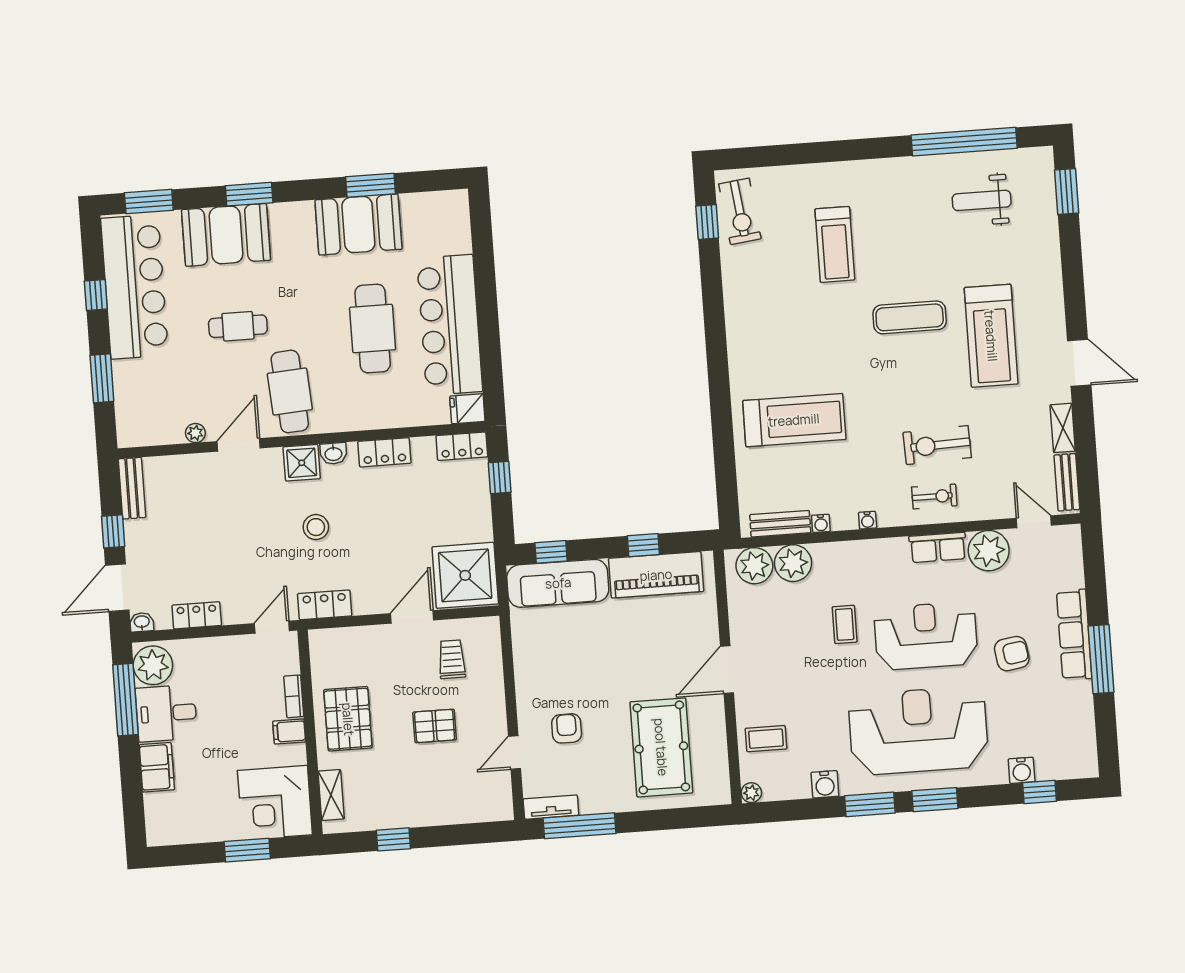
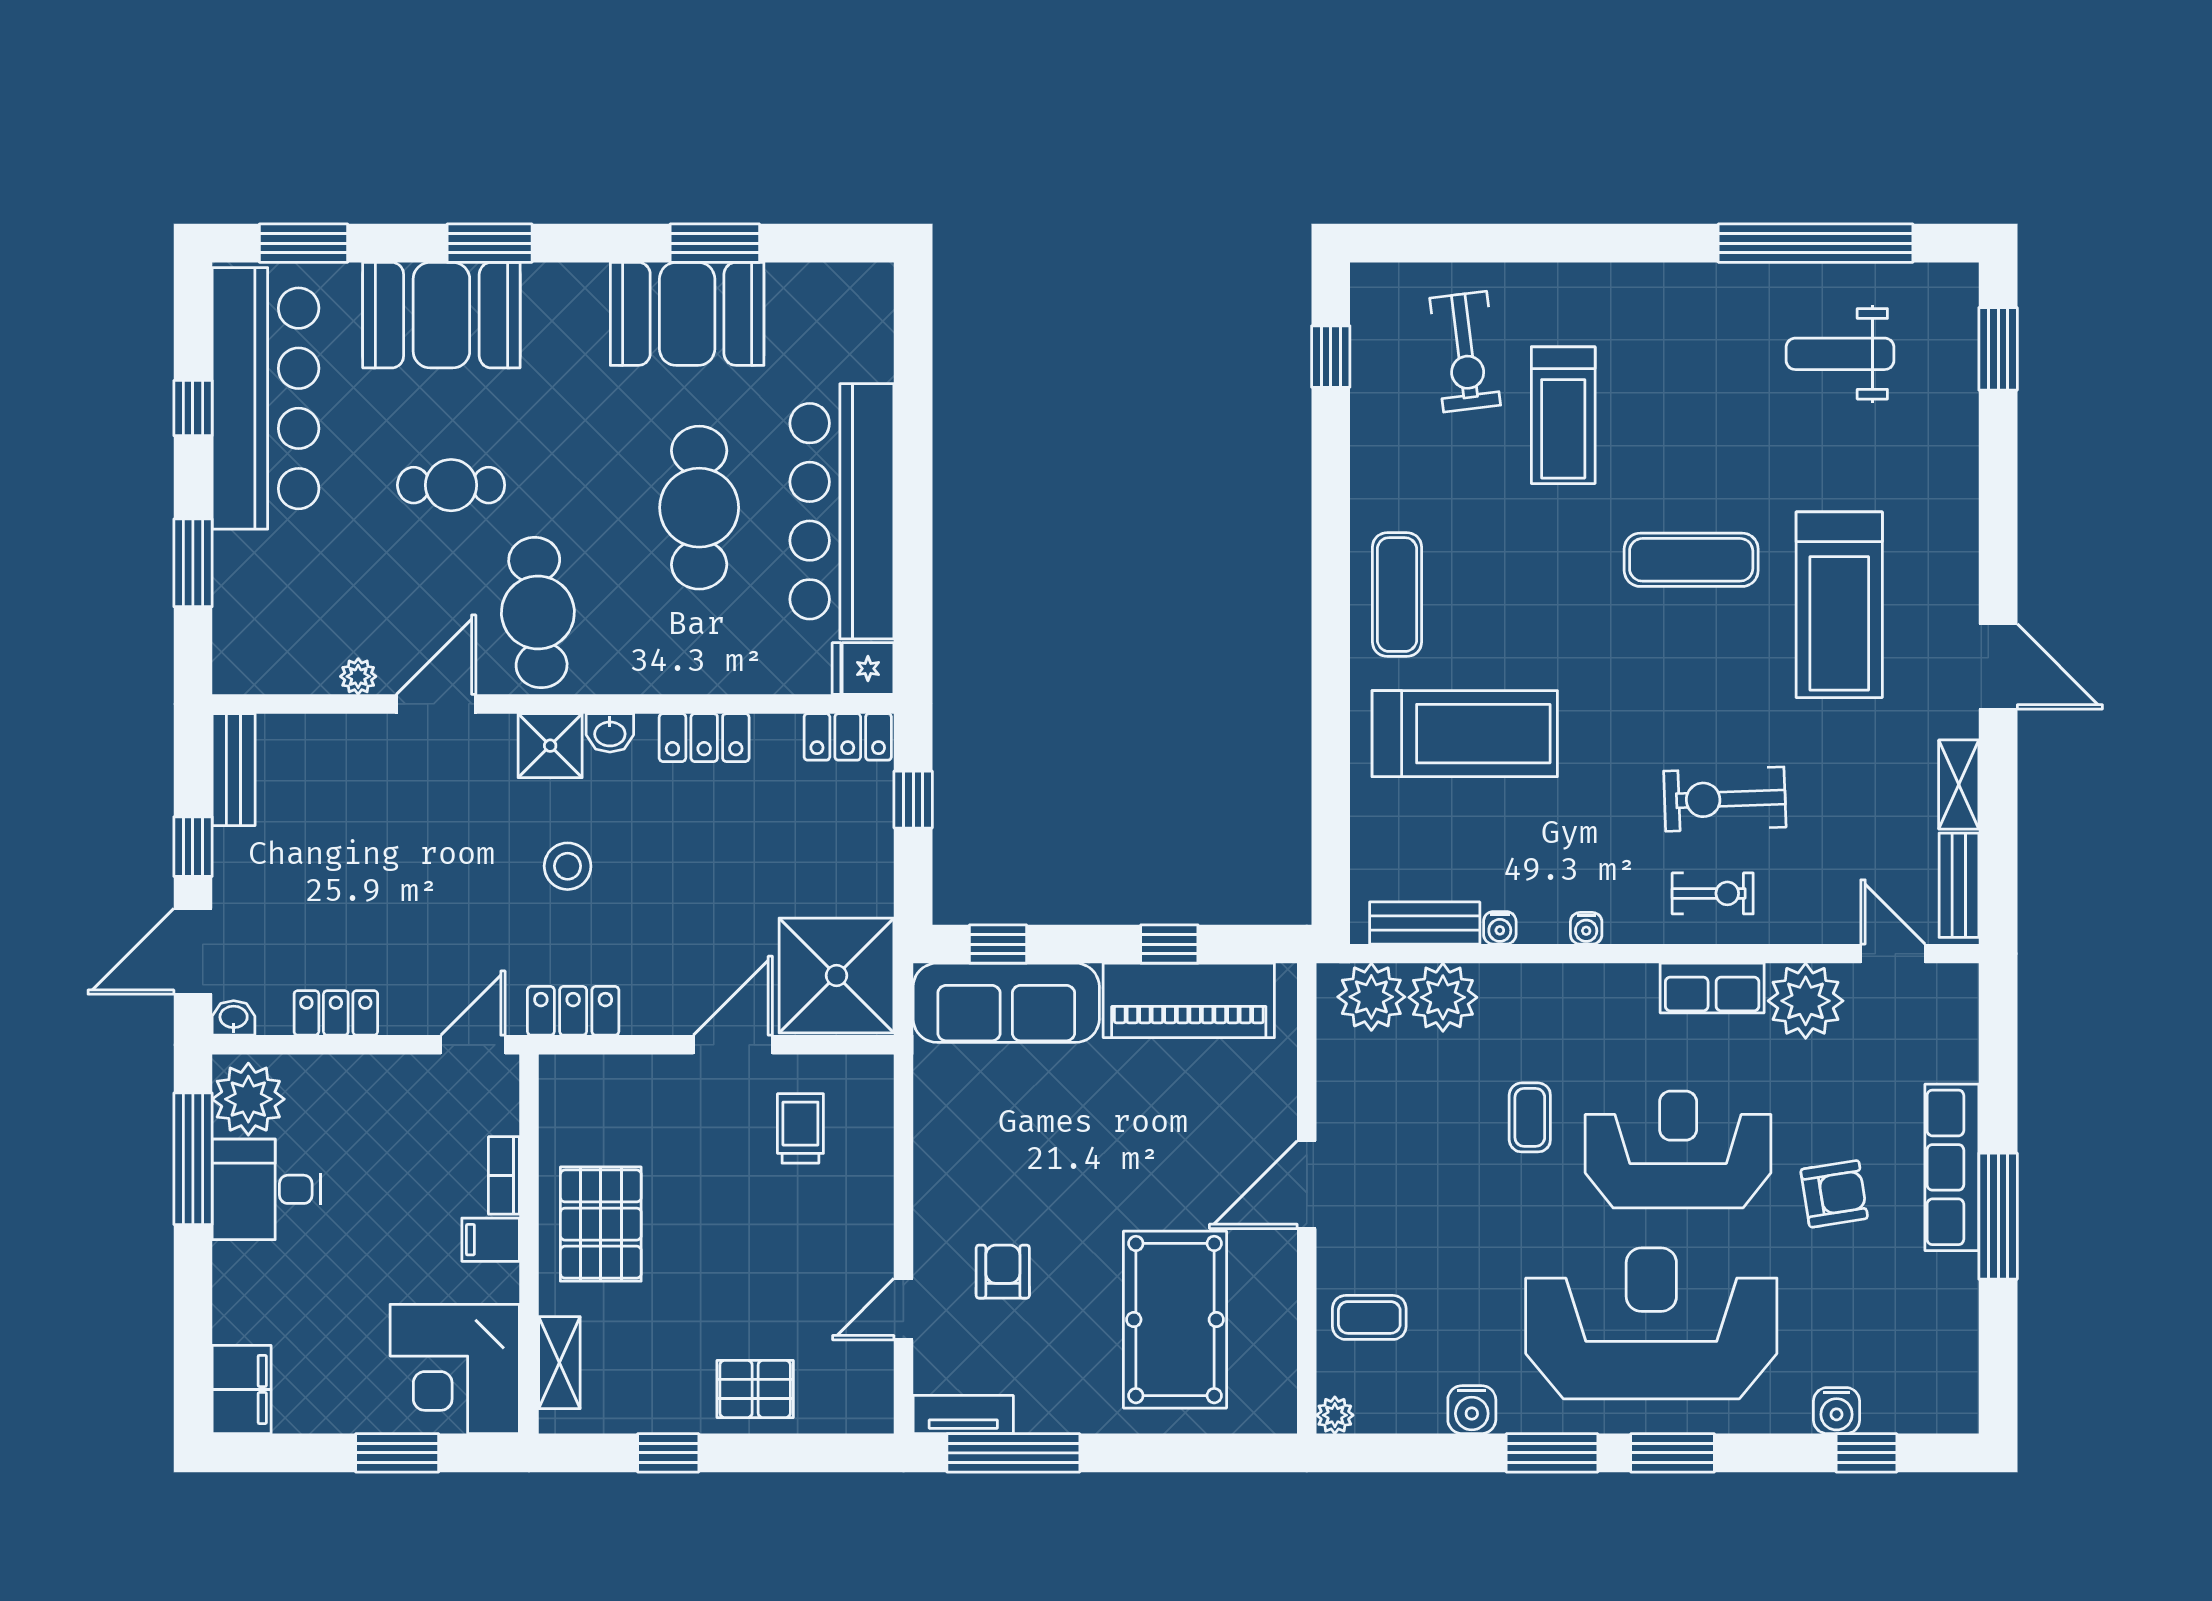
exercise bike: (740, 211) -> (1465, 352), moved
exercise mat: (752, 348) -> (1397, 595), added
pallet: (435, 726) -> (755, 1389), moved
filing cabinet: (157, 767) -> (242, 1389), moved

